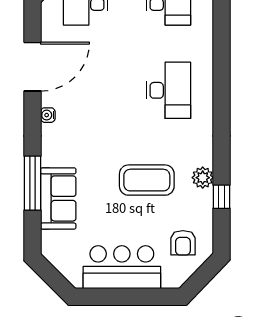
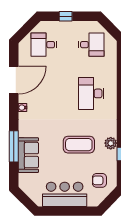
desk: (169, 90) -> (91, 93), turned 180
armchair: (183, 243) -> (99, 180), turned 90

